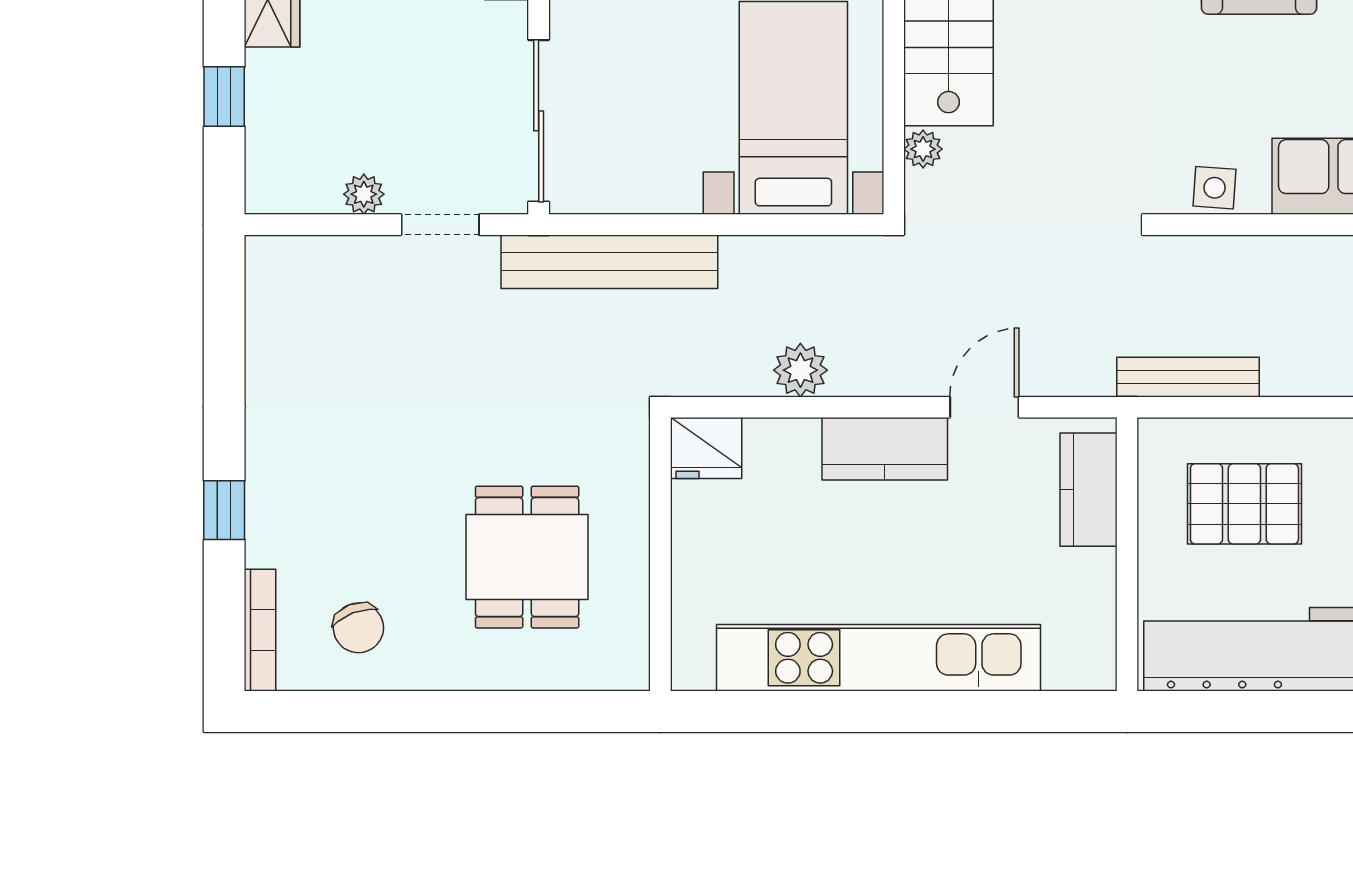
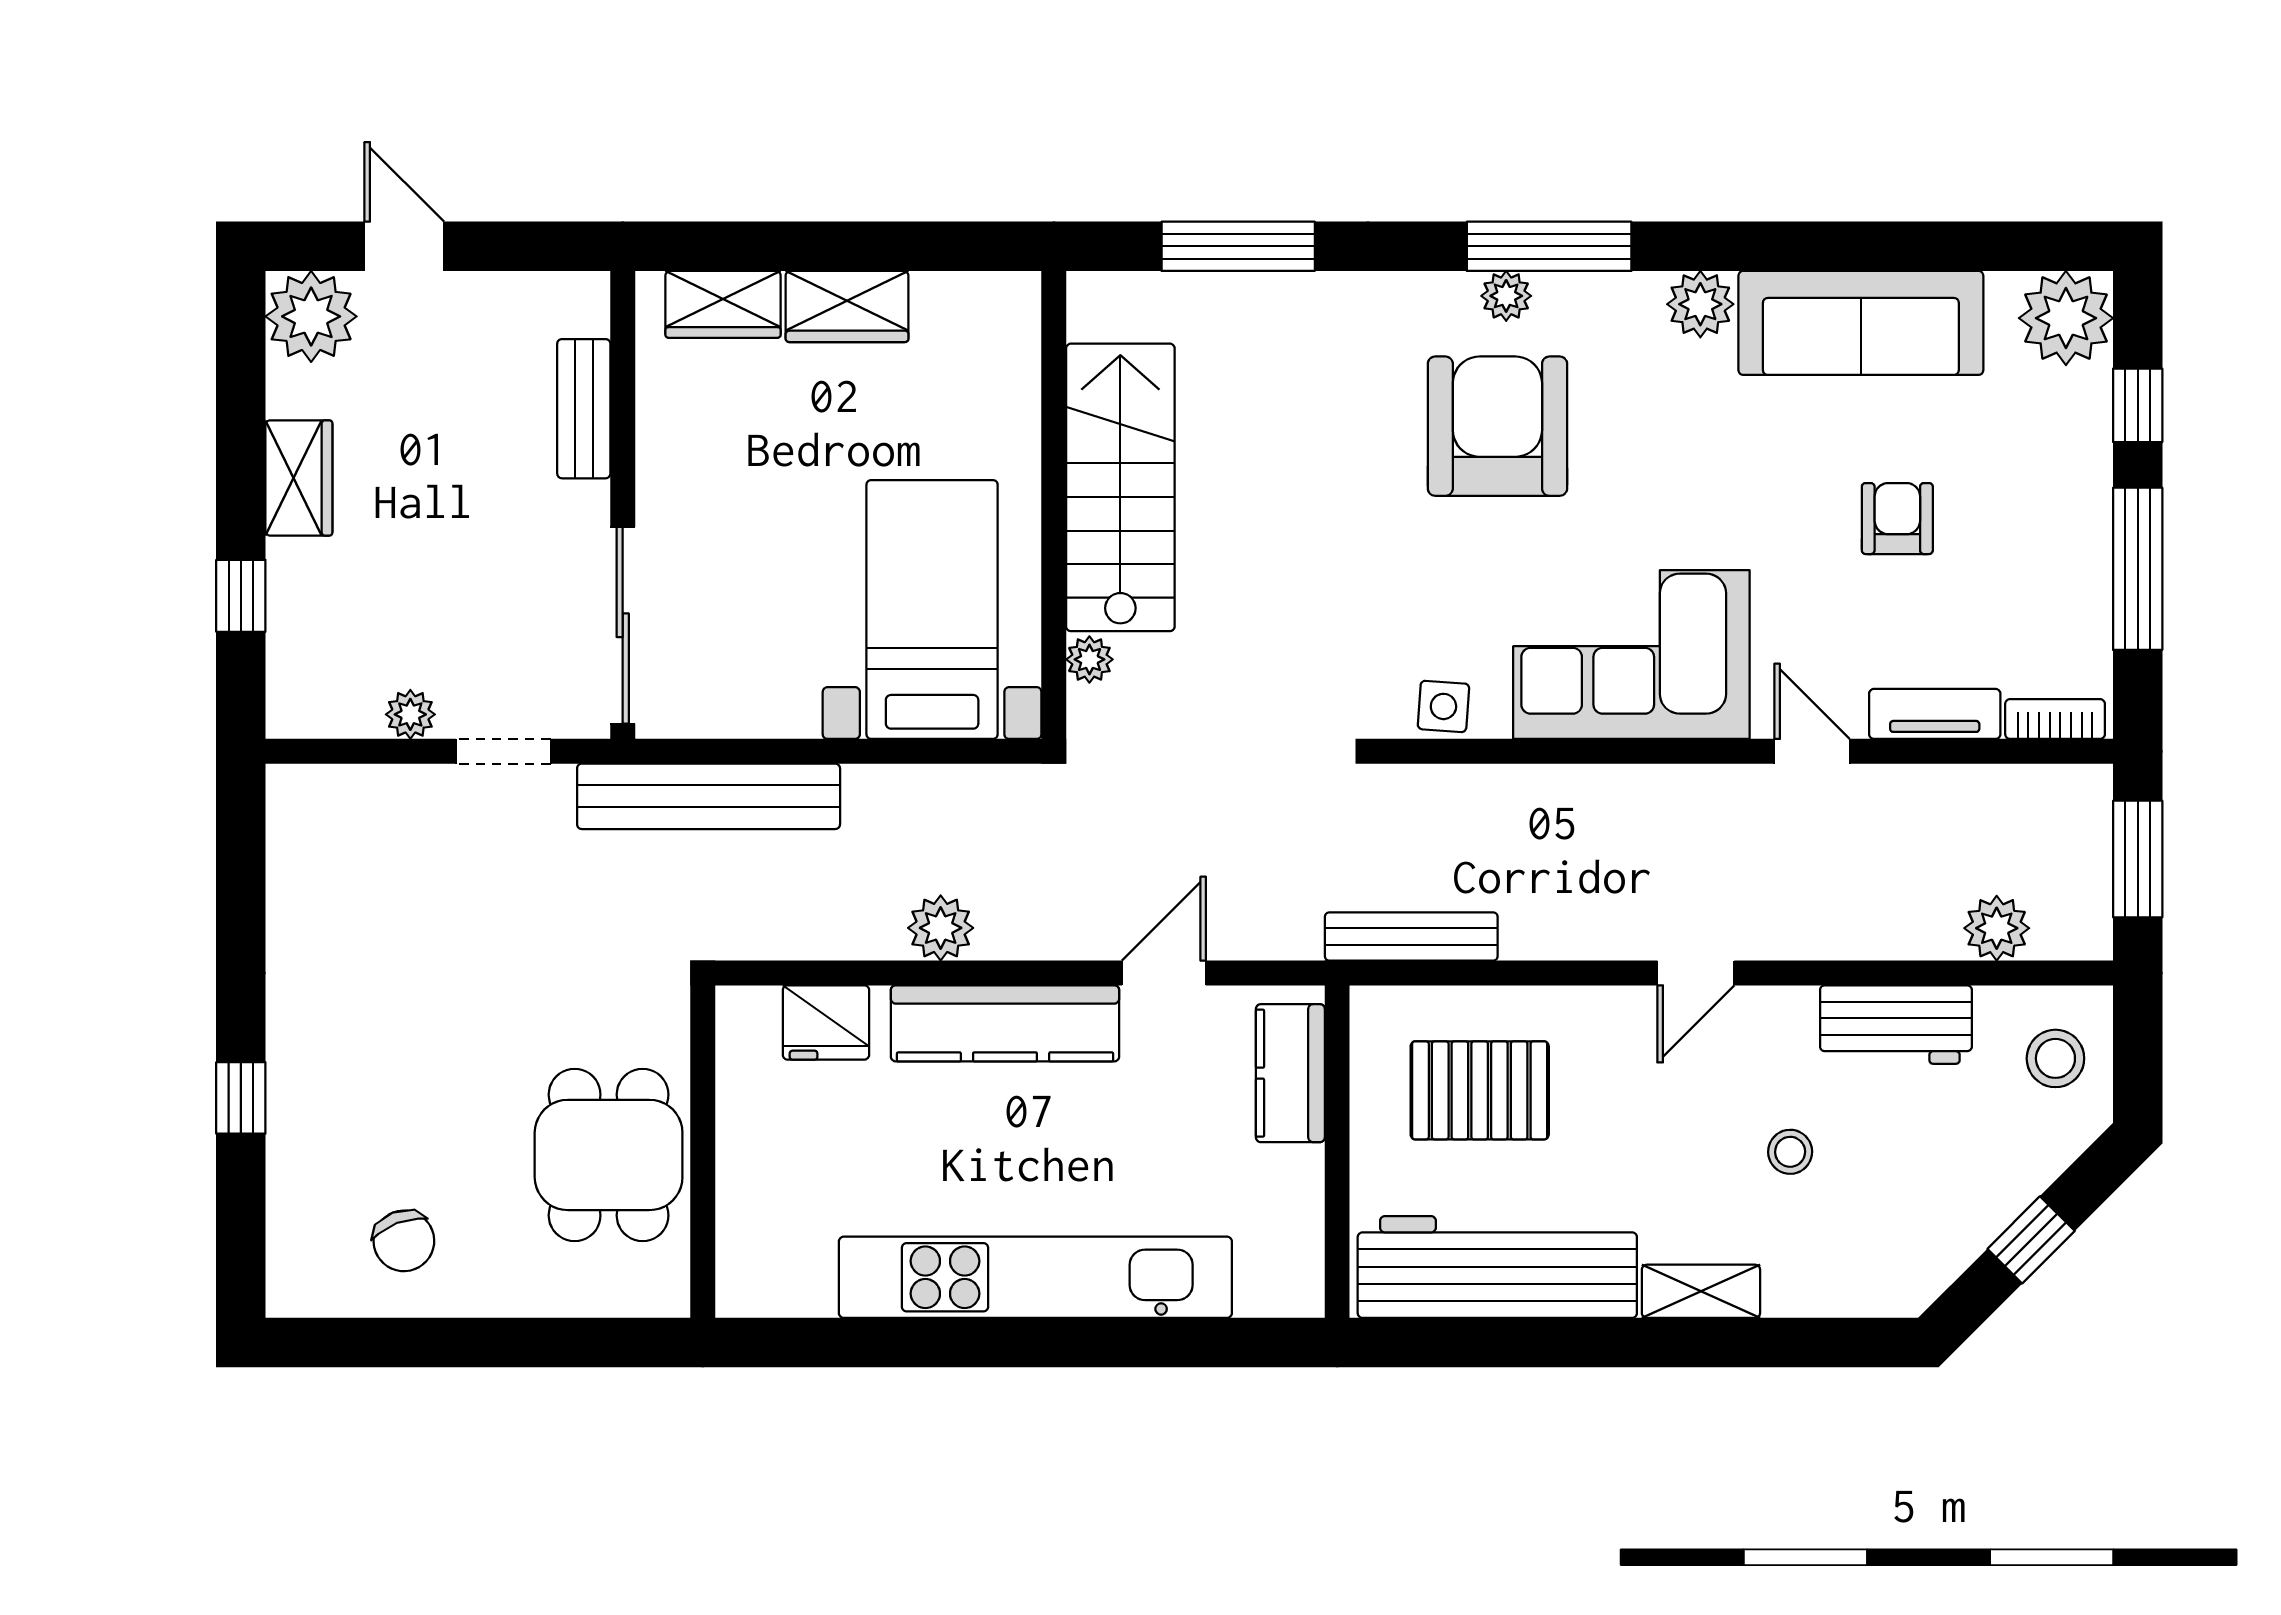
kitchen counter: (885, 449) -> (1005, 1023), width x1.50
wall: (660, 554) -> (703, 1152), moved
bookcase: (260, 630) -> (284, 1244), removed

